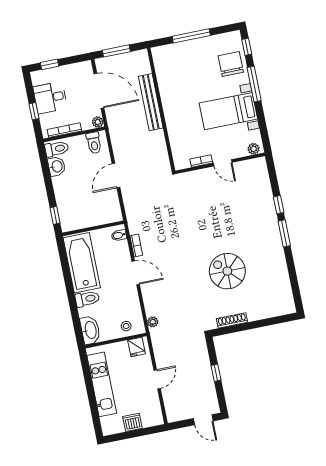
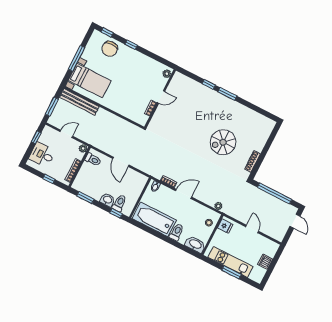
window: (50, 64) -> (36, 137), moved
chair: (231, 64) -> (110, 49), turned -90
window: (254, 84) -> (131, 45), width x0.46
door: (99, 91) -> (66, 134), width x0.53
desk: (50, 98) -> (42, 155), moved, turned 90
bench: (151, 102) -> (79, 102), moved
bed with nightstands: (228, 111) -> (90, 81), moved, turned -90
toilet: (57, 149) -> (119, 203), moved
washbasin: (57, 166) -> (107, 200), moved
window: (45, 168) -> (85, 198), added
window: (216, 373) -> (275, 193), width x3.17
window: (91, 395) -> (231, 272), added
door: (203, 420) -> (295, 221), hinge flipped

